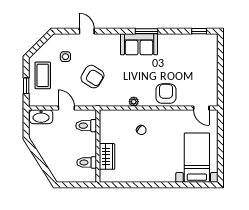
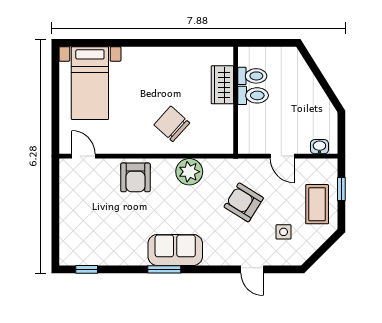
plant: (134, 102) -> (189, 172), width x1.88, depth x1.88
washbasin: (41, 117) -> (319, 147), width x0.52, depth x0.69
toilet: (86, 126) -> (253, 95), moved
chair: (141, 130) -> (172, 124), width x1.87, depth x1.87

